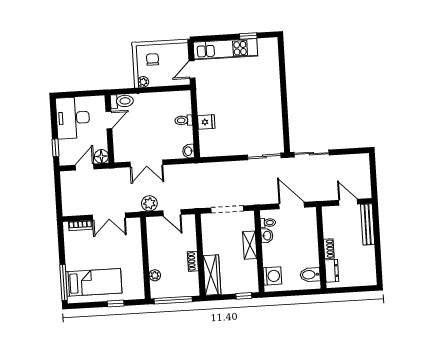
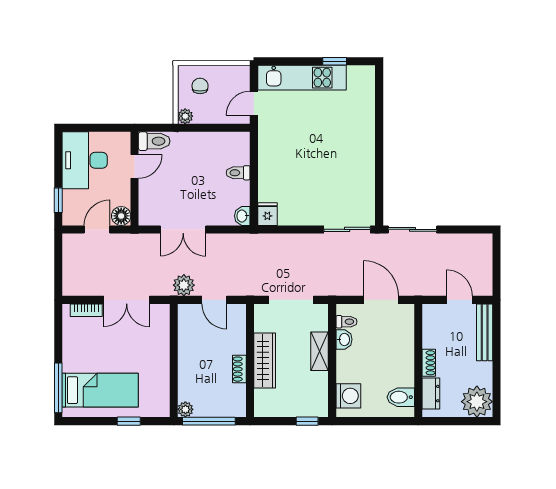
fridge: (206, 122) -> (267, 214), moved, turned -90
plant: (155, 275) -> (185, 409), moved
wardrobe: (212, 275) -> (265, 361), moved
plant: (365, 275) -> (477, 402), added

